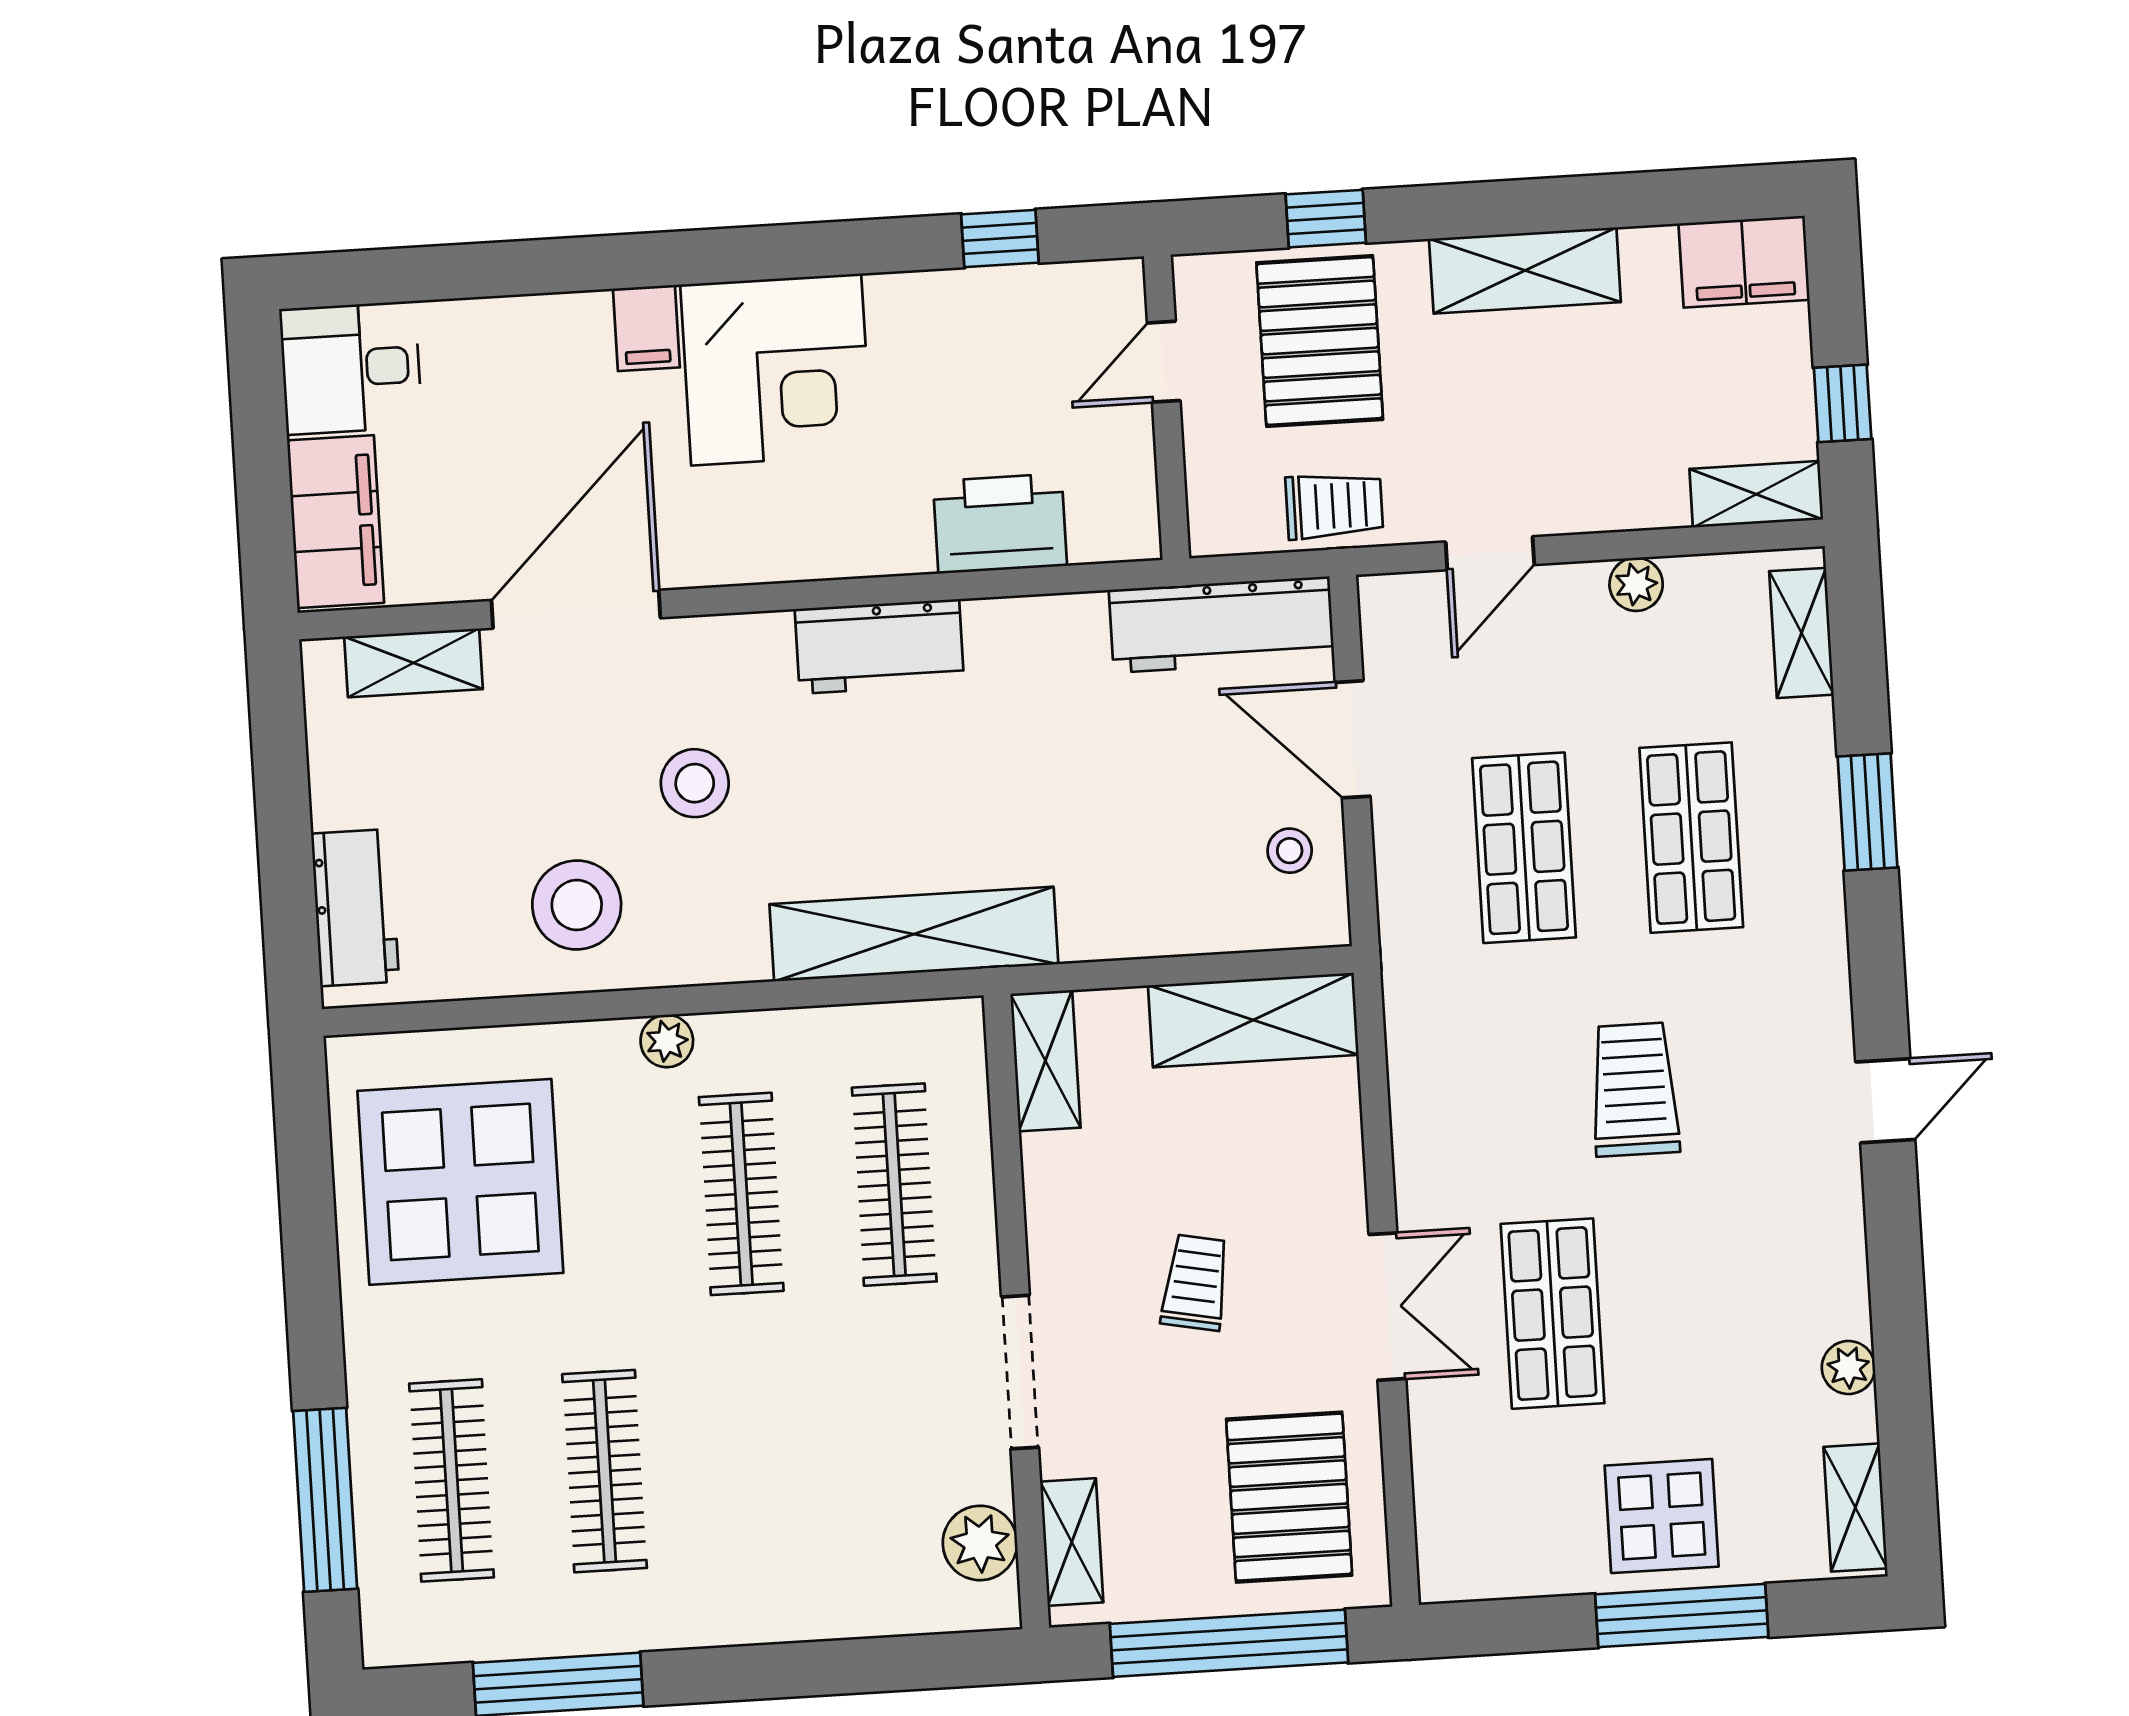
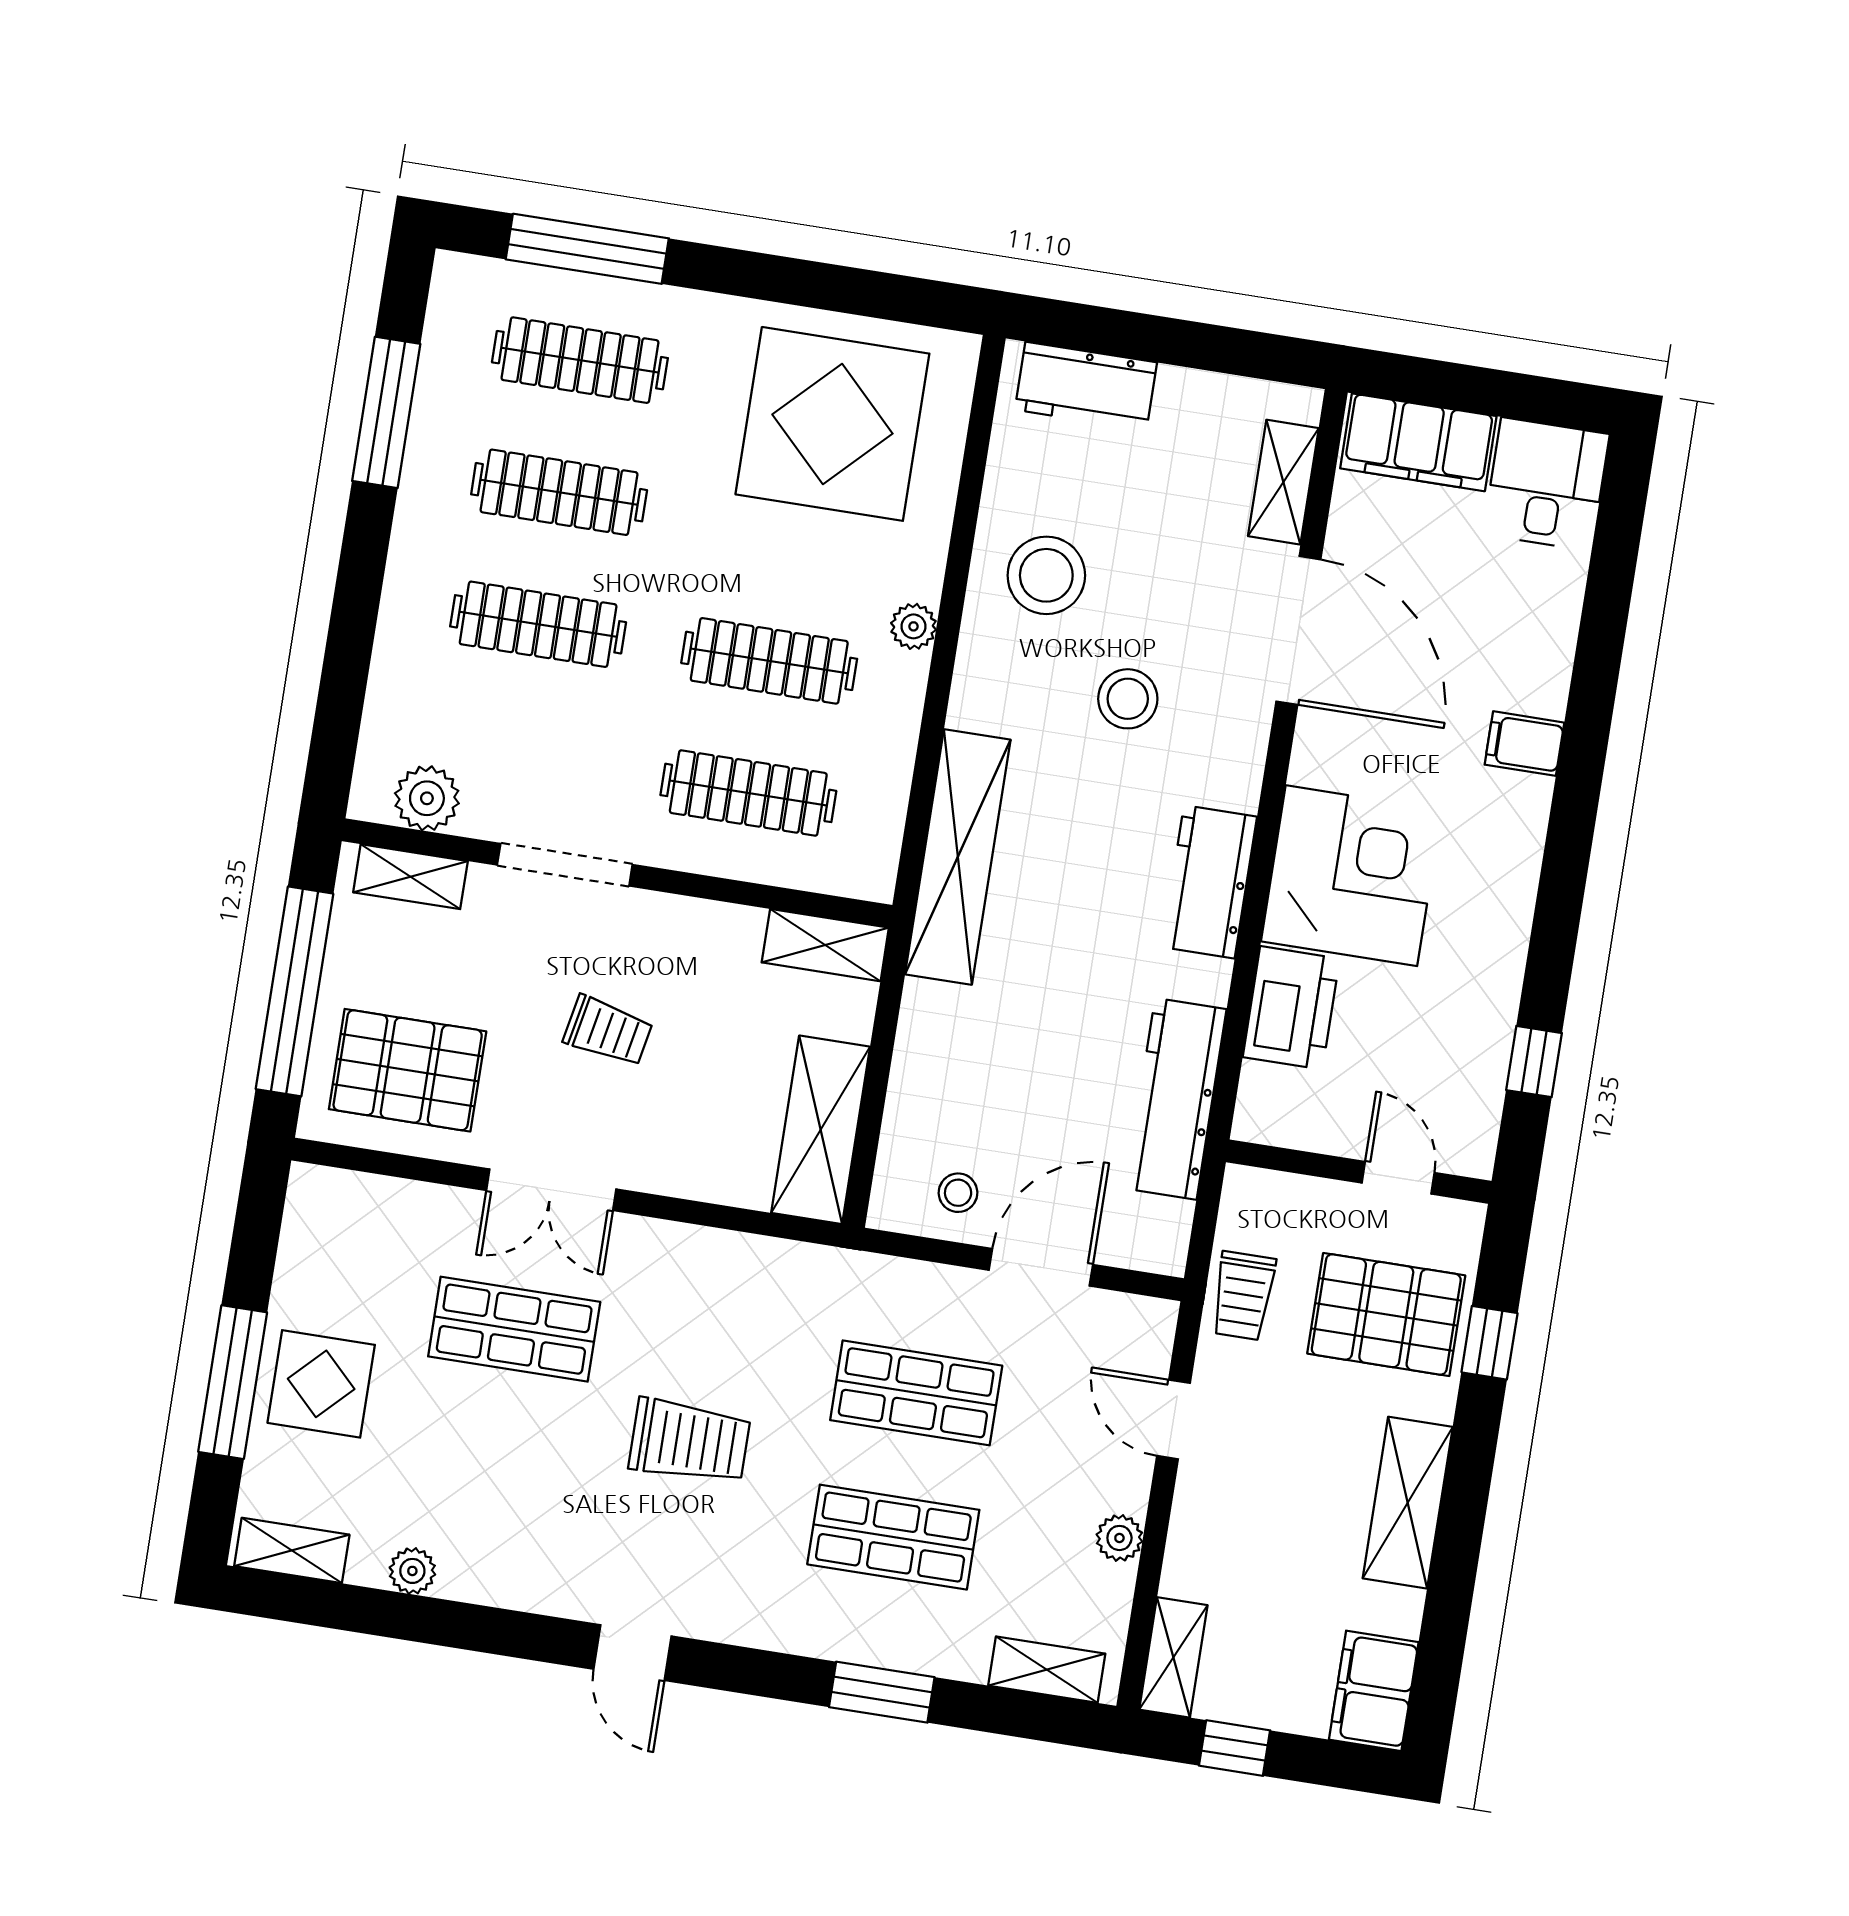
corner desk: (776, 370) -> (1351, 876), moved, turned 180
workbench: (1222, 625) -> (1176, 1099), moved
clothes rail: (758, 1462) -> (538, 624), added

